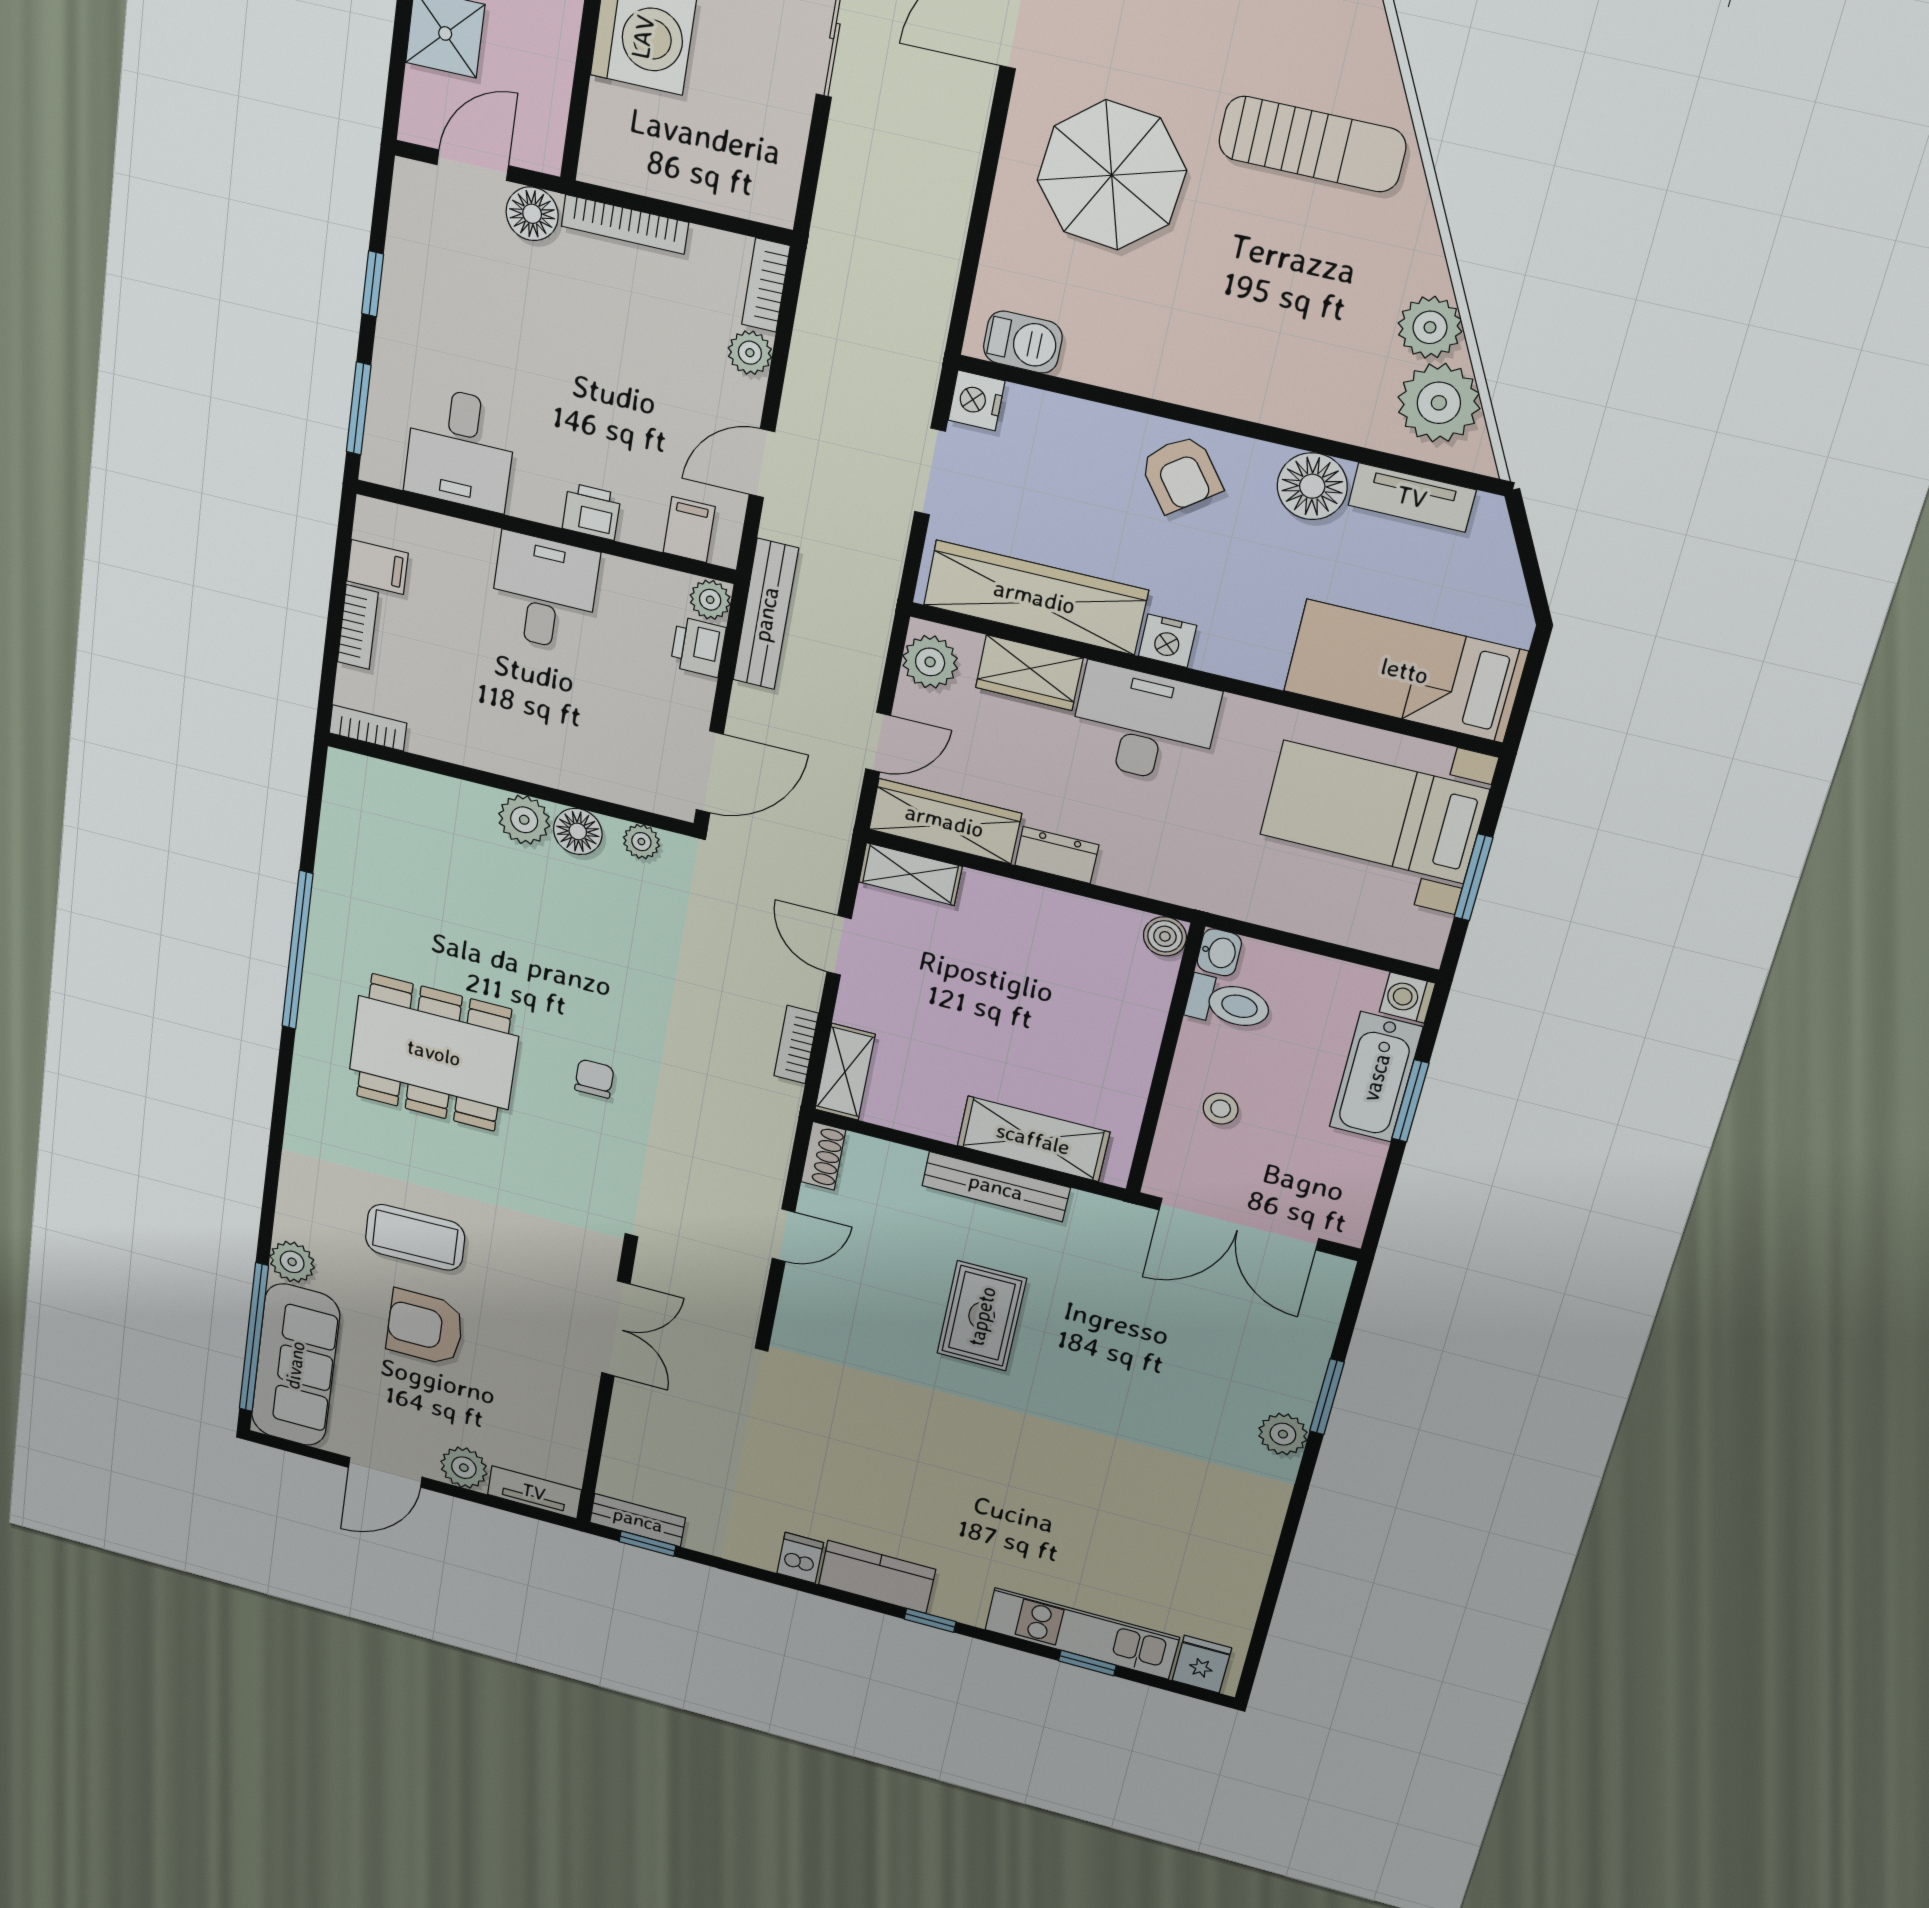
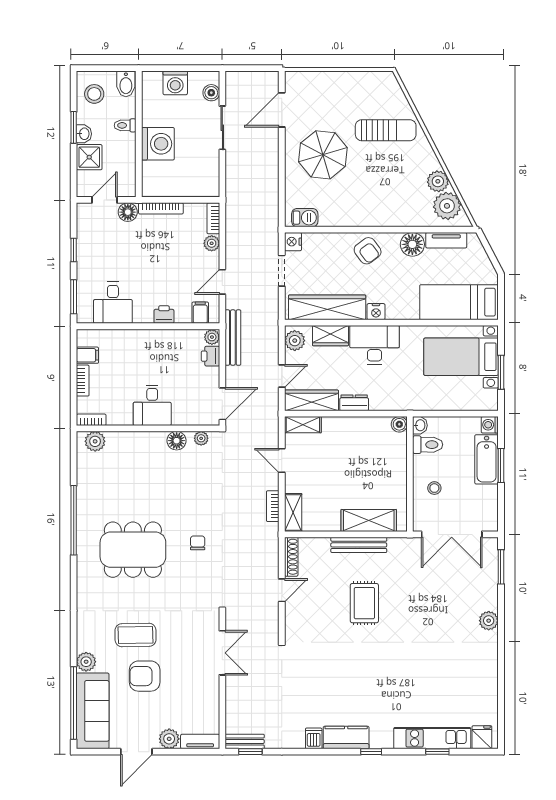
desk: (544, 592) -> (152, 405), moved, turned 180
plant: (524, 820) -> (95, 441), moved
shoe rack: (823, 1156) -> (291, 557), width x1.43
window: (1327, 1397) -> (501, 567), moved

